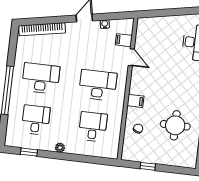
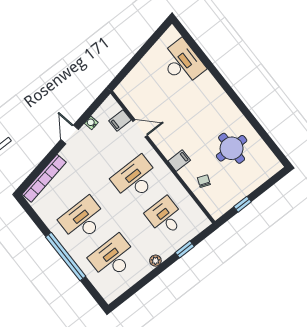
desk: (36, 120) -> (113, 258), width x1.37
window: (29, 152) -> (185, 249), moved

